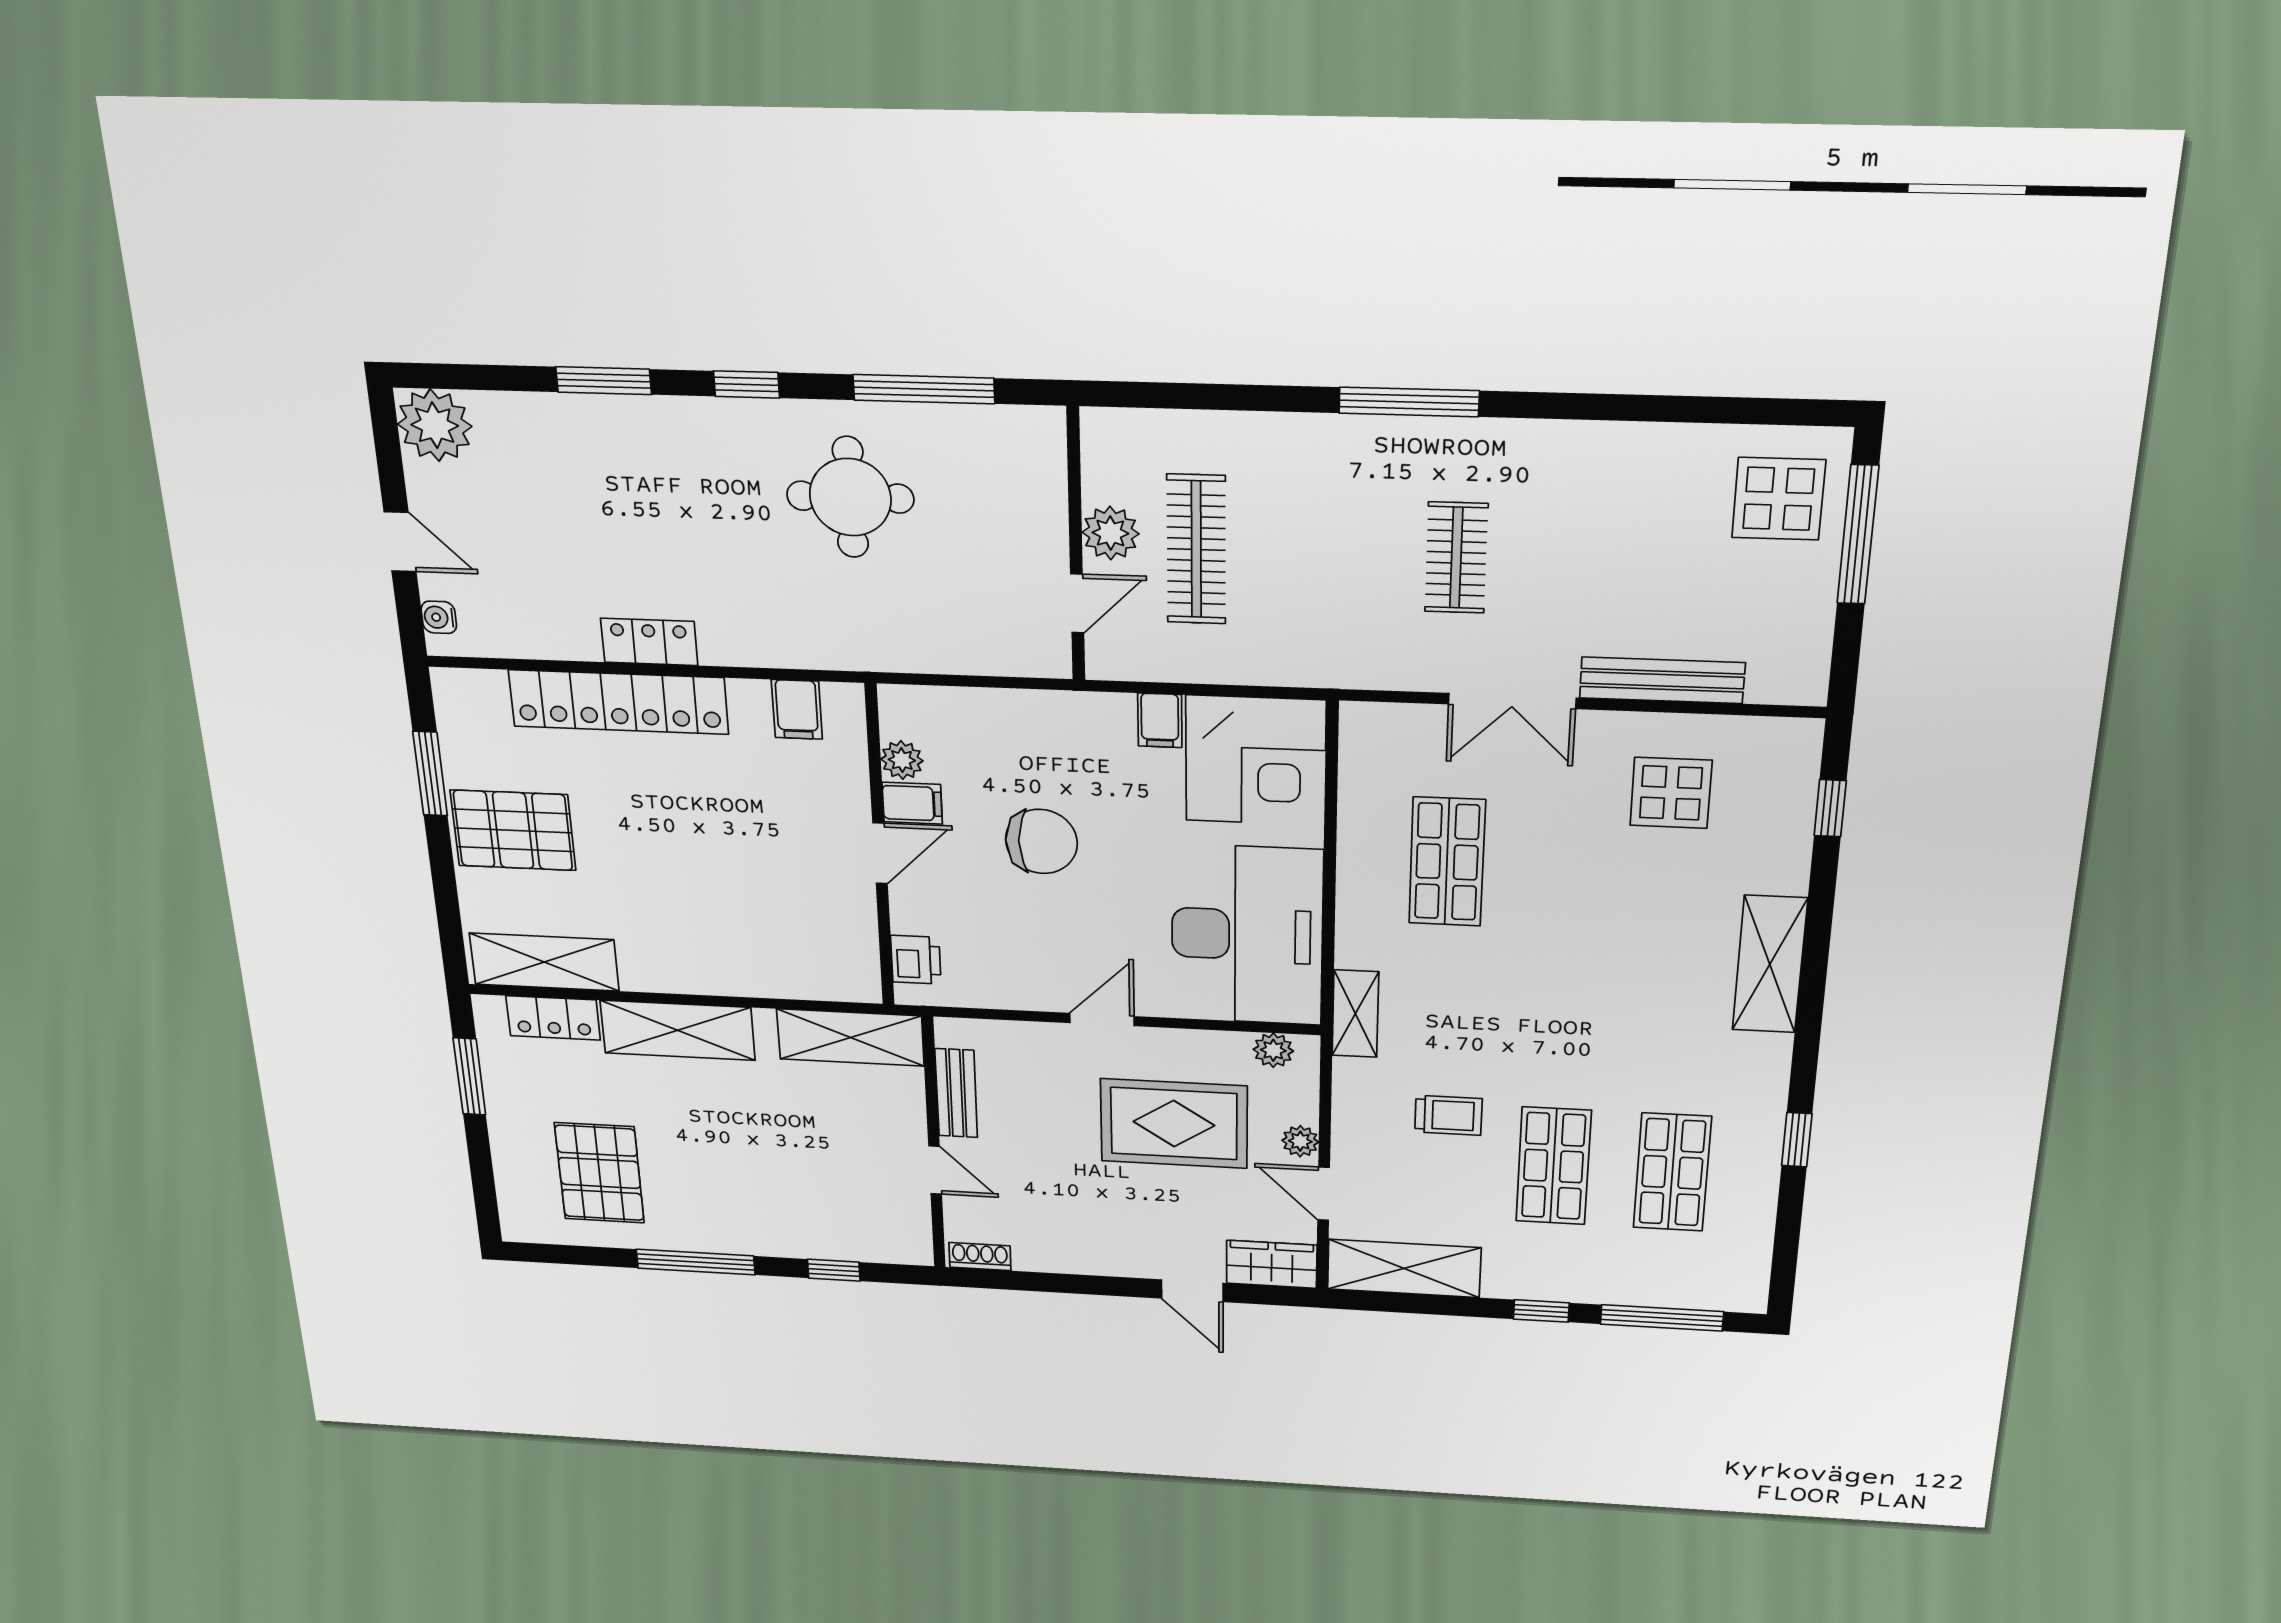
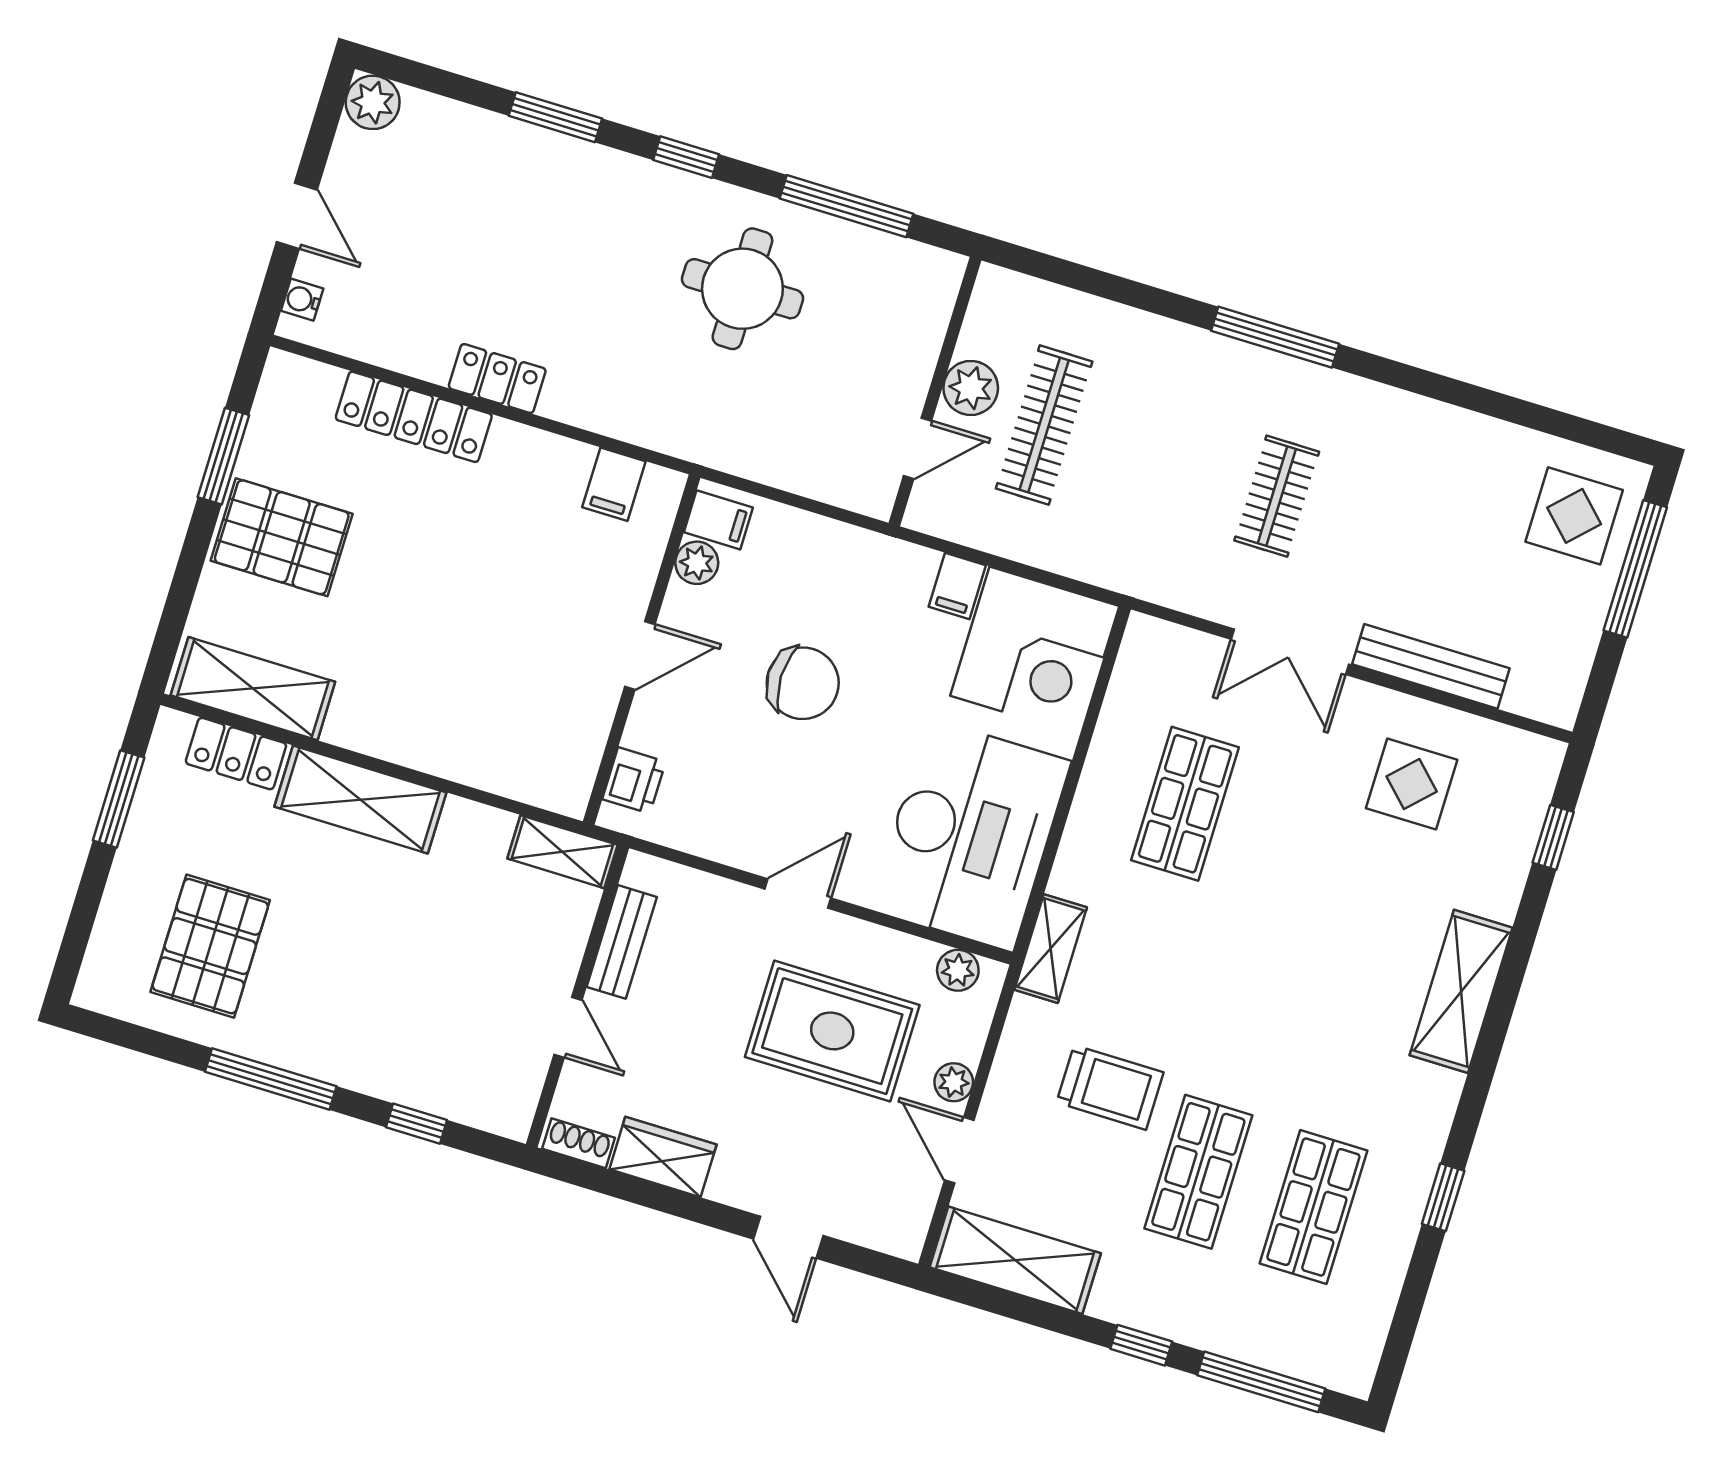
plant: (435, 425) -> (373, 102), width x0.73, depth x0.73
locker: (618, 702) -> (414, 417), width x0.71, depth x0.83
filing cabinet: (912, 803) -> (718, 520), moved
shelving: (850, 1038) -> (562, 852), width x0.67, depth x0.75
trolley: (1448, 1115) -> (1110, 1087), width x1.36, depth x1.39
wardrobe: (1272, 1264) -> (663, 1157), moved

